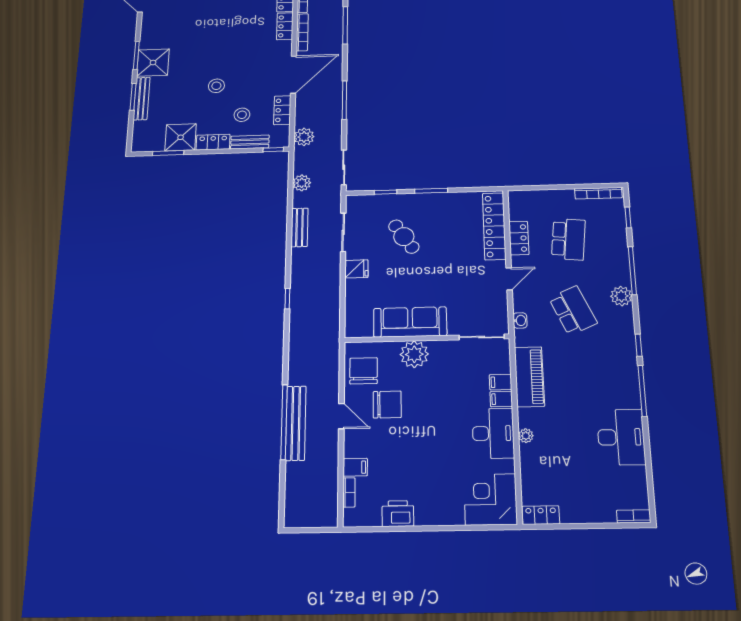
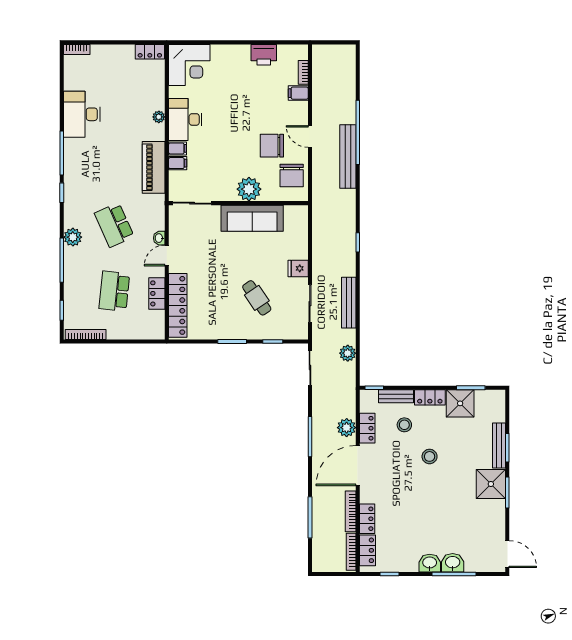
plant: (304, 137) -> (347, 428), moved
bench: (299, 227) -> (349, 303), width x1.36
washbasin: (520, 320) -> (159, 238), moved
bench: (296, 423) -> (348, 157), moved

